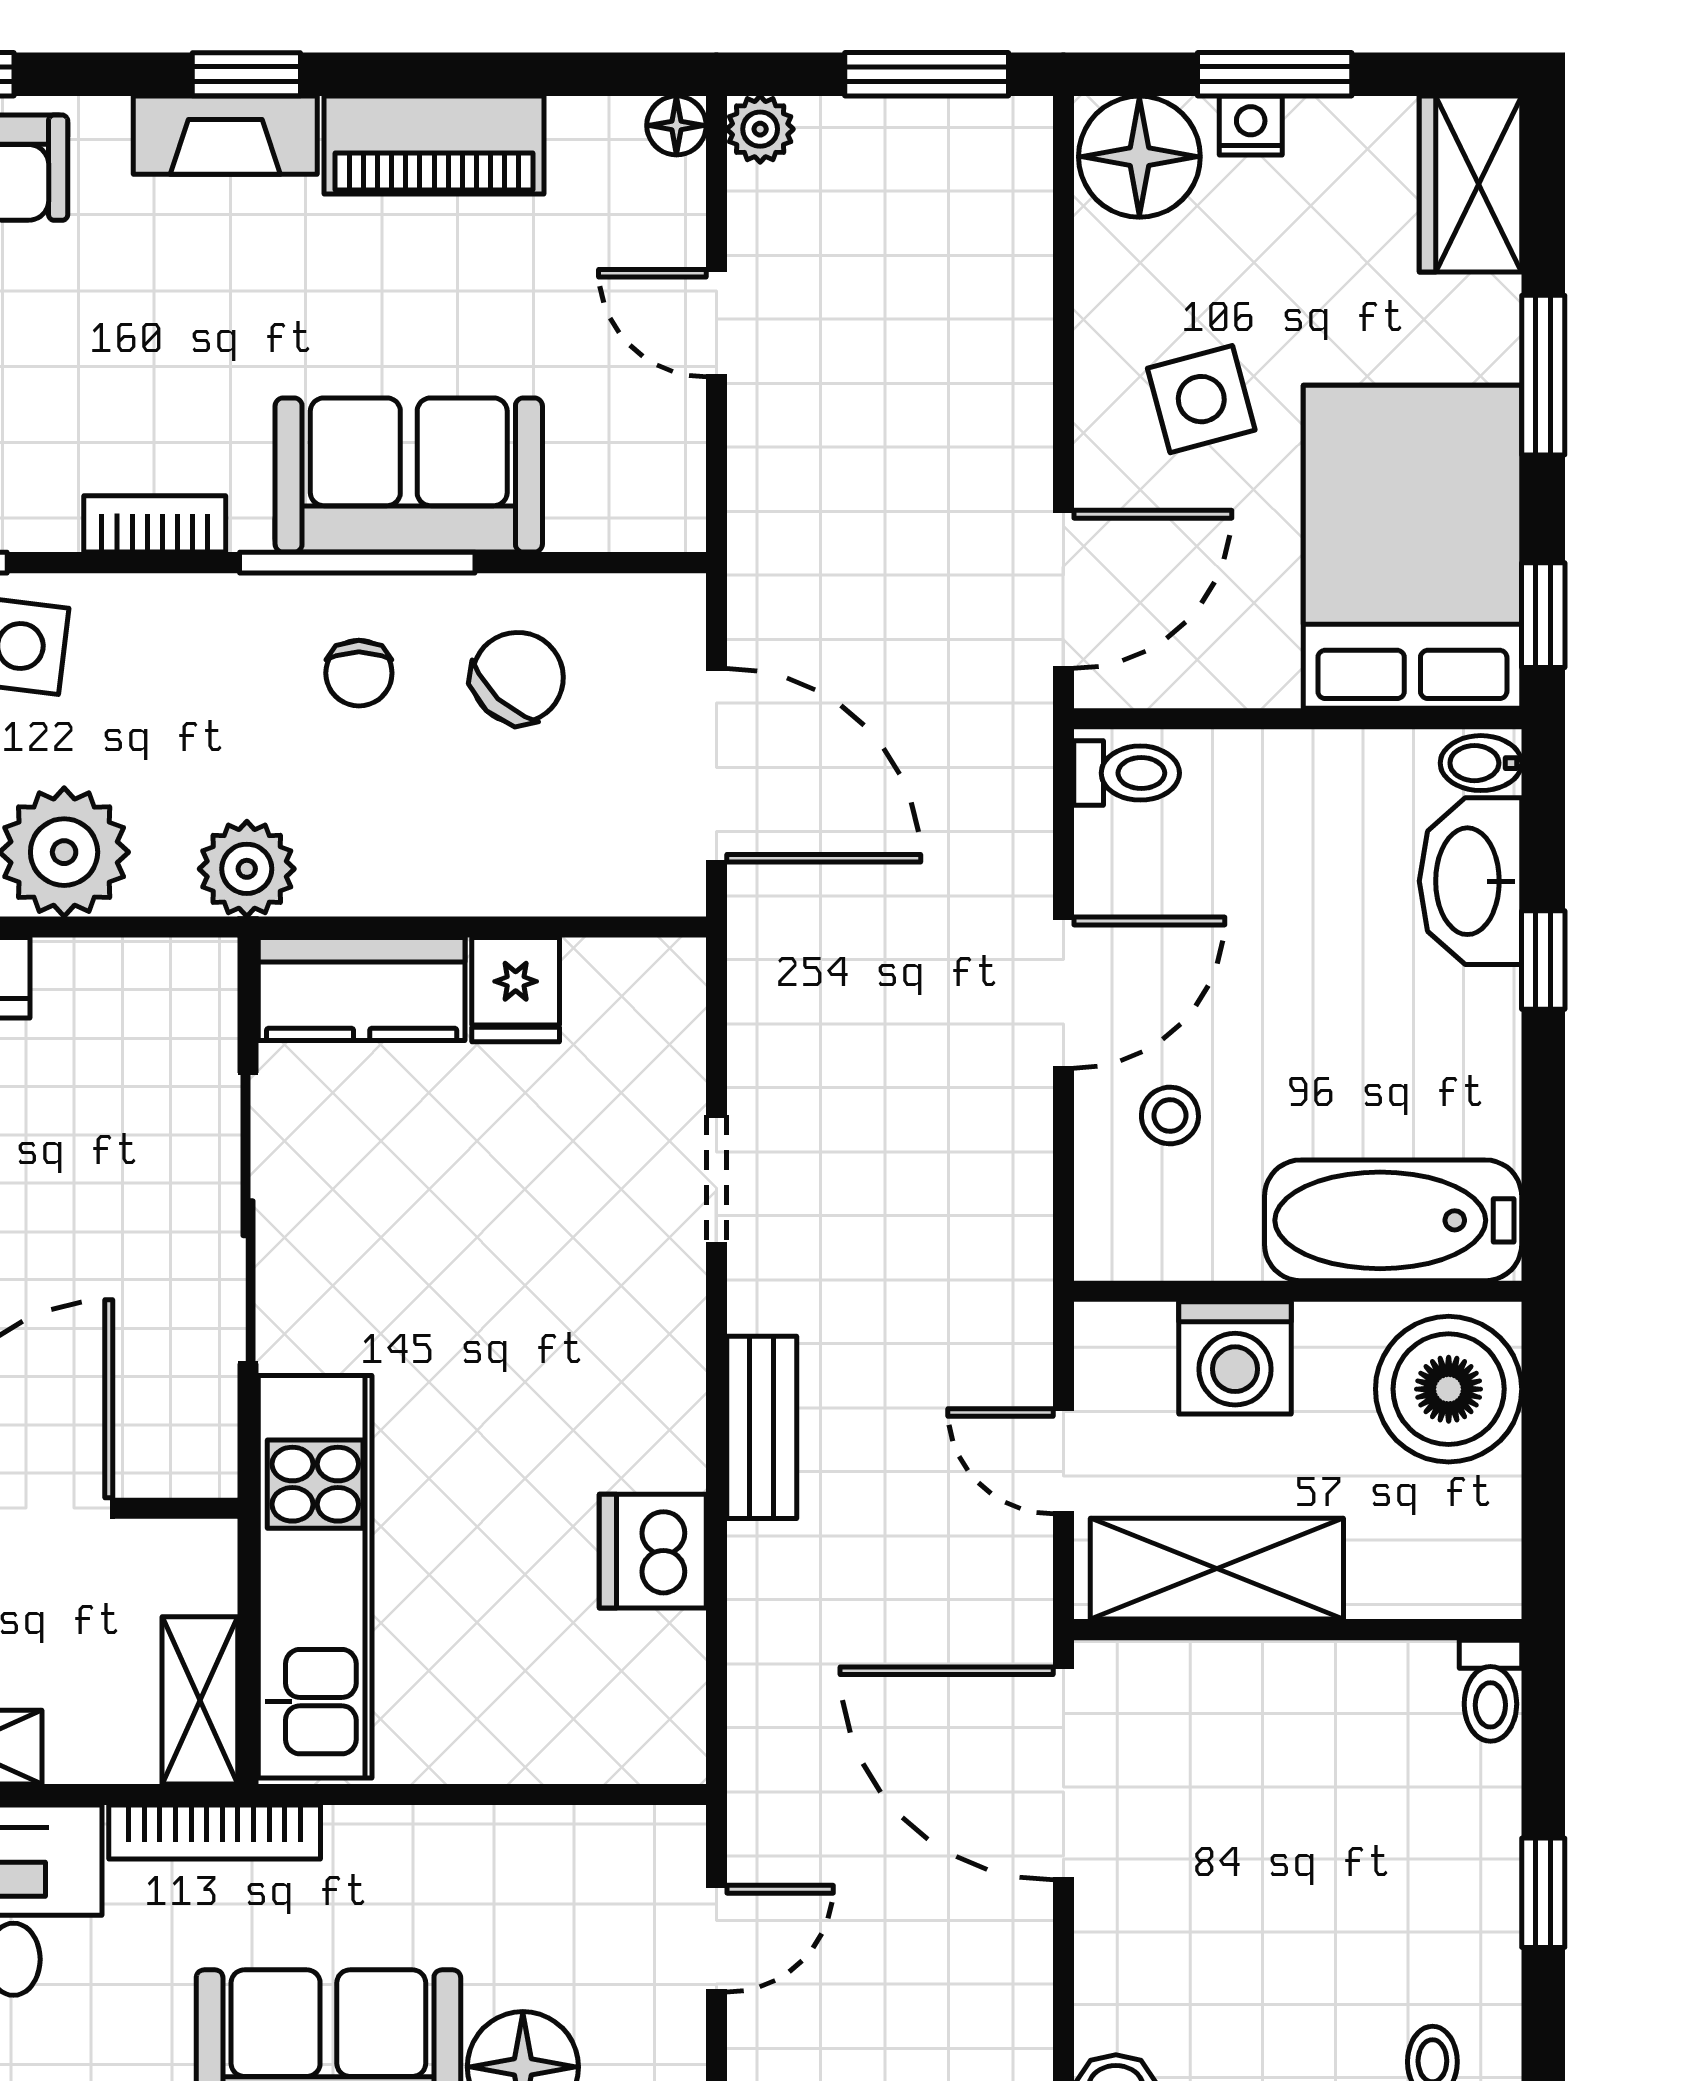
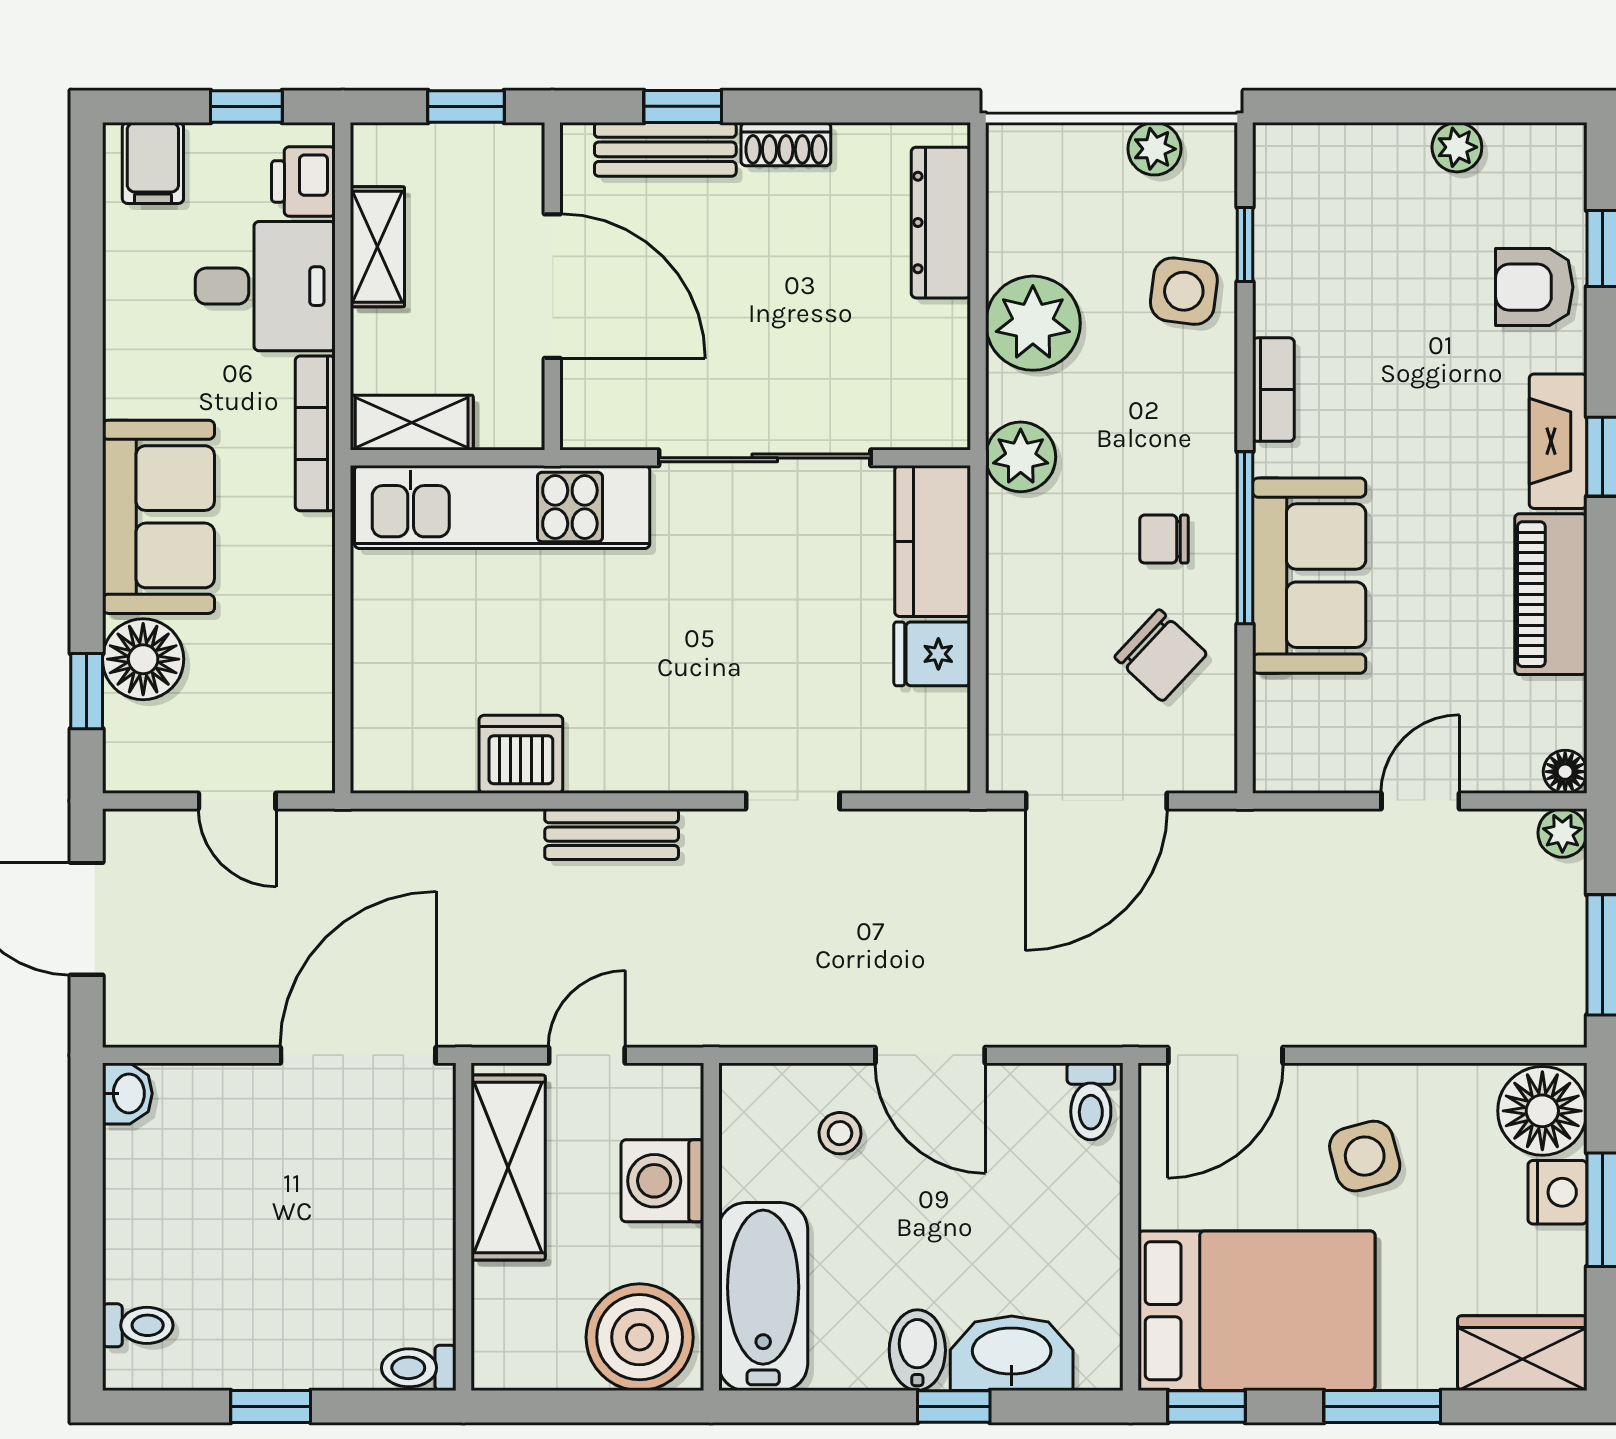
nightstand: (1251, 125) -> (1557, 1192), width x1.39, depth x1.35
door: (1063, 589) -> (1225, 1055), hinge flipped
bidet: (1481, 763) -> (917, 1350), moved, width x1.38, depth x1.36

